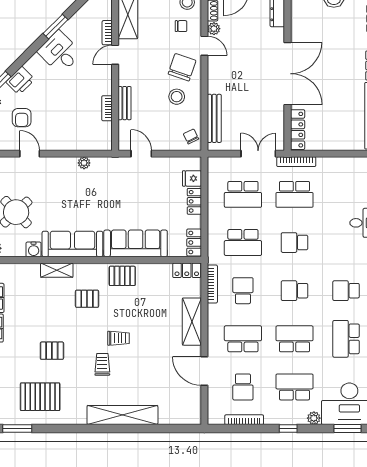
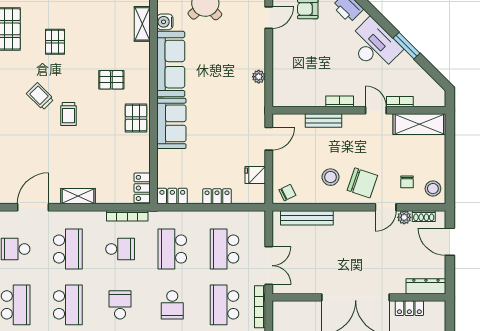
desk: (60, 52) -> (374, 46), width x1.37
bookcase: (107, 108) -> (340, 101), moved
locker: (298, 130) -> (409, 308), moved, width x0.66
fridge: (192, 178) -> (255, 175), moved, turned -90
sofa: (136, 243) -> (171, 123), width x0.73
school desk: (294, 243) -> (172, 305), turned 180
shelving: (57, 270) -> (142, 24), moved
pallet: (87, 299) -> (111, 80), turned 90
shelving: (192, 322) -> (78, 196), width x0.67, depth x0.75
trolley: (102, 364) -> (40, 96), turned -135

